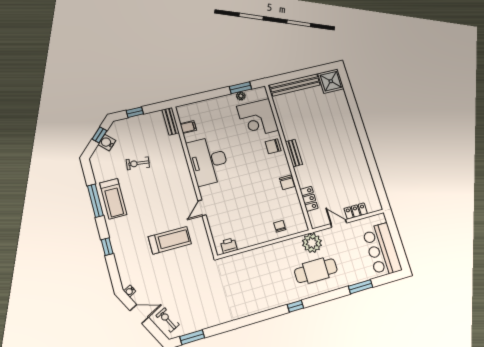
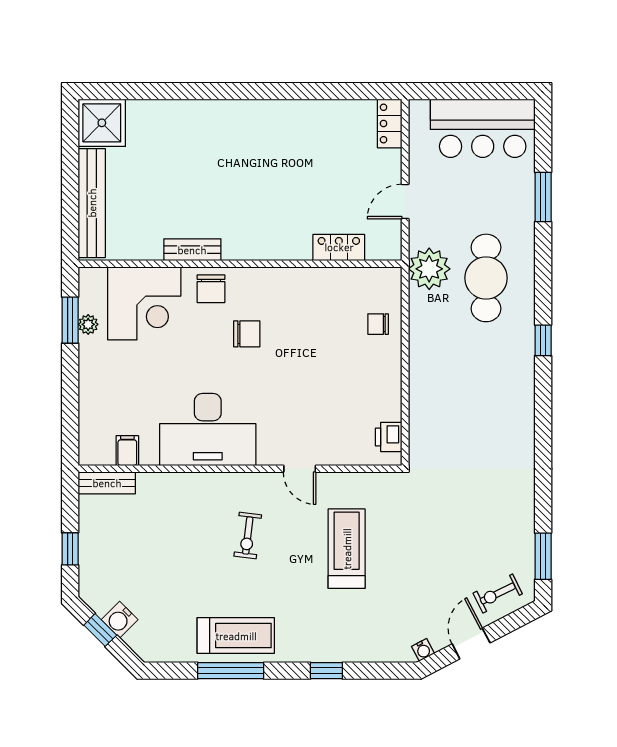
bench: (294, 153) -> (192, 250), moved
exercise bike: (138, 163) -> (248, 536), moved
chair: (287, 182) -> (247, 334), moved
locker: (356, 211) -> (390, 123), moved

